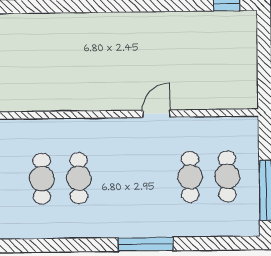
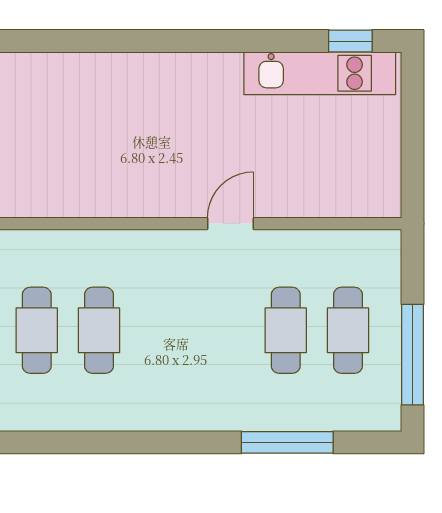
kitchen unit: (208, 23) -> (320, 73), added
window: (146, 244) -> (287, 442), moved

